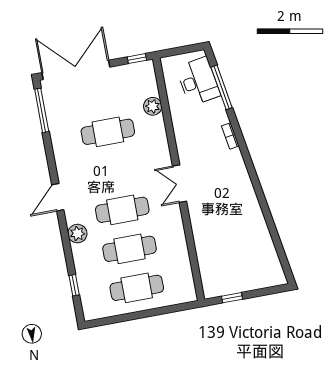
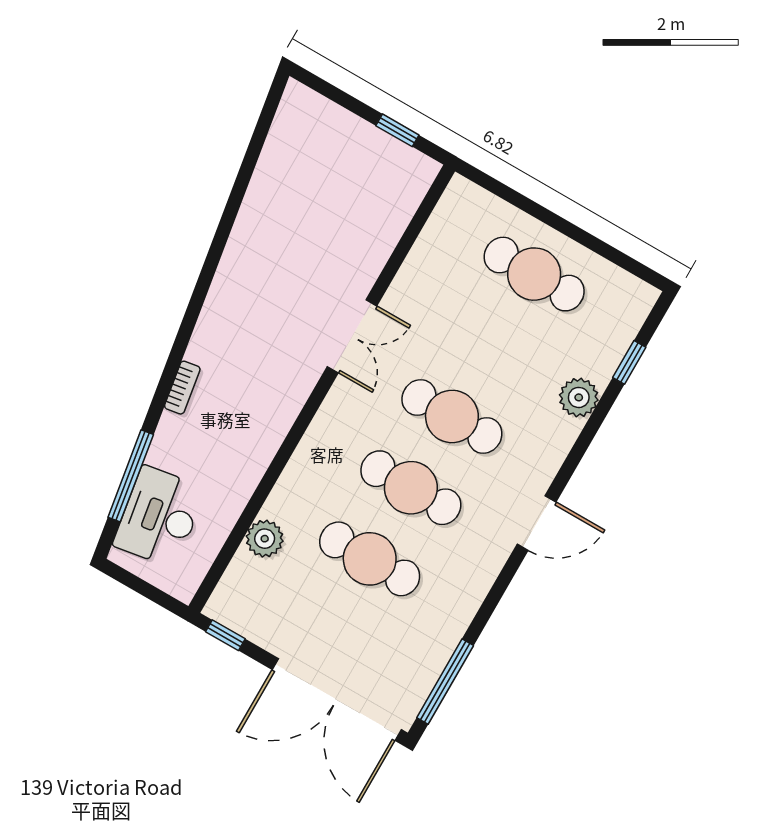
double door: (180, 184) -> (352, 336), moved
plant: (77, 234) -> (579, 397), moved
cafe table: (129, 249) -> (411, 488), moved

